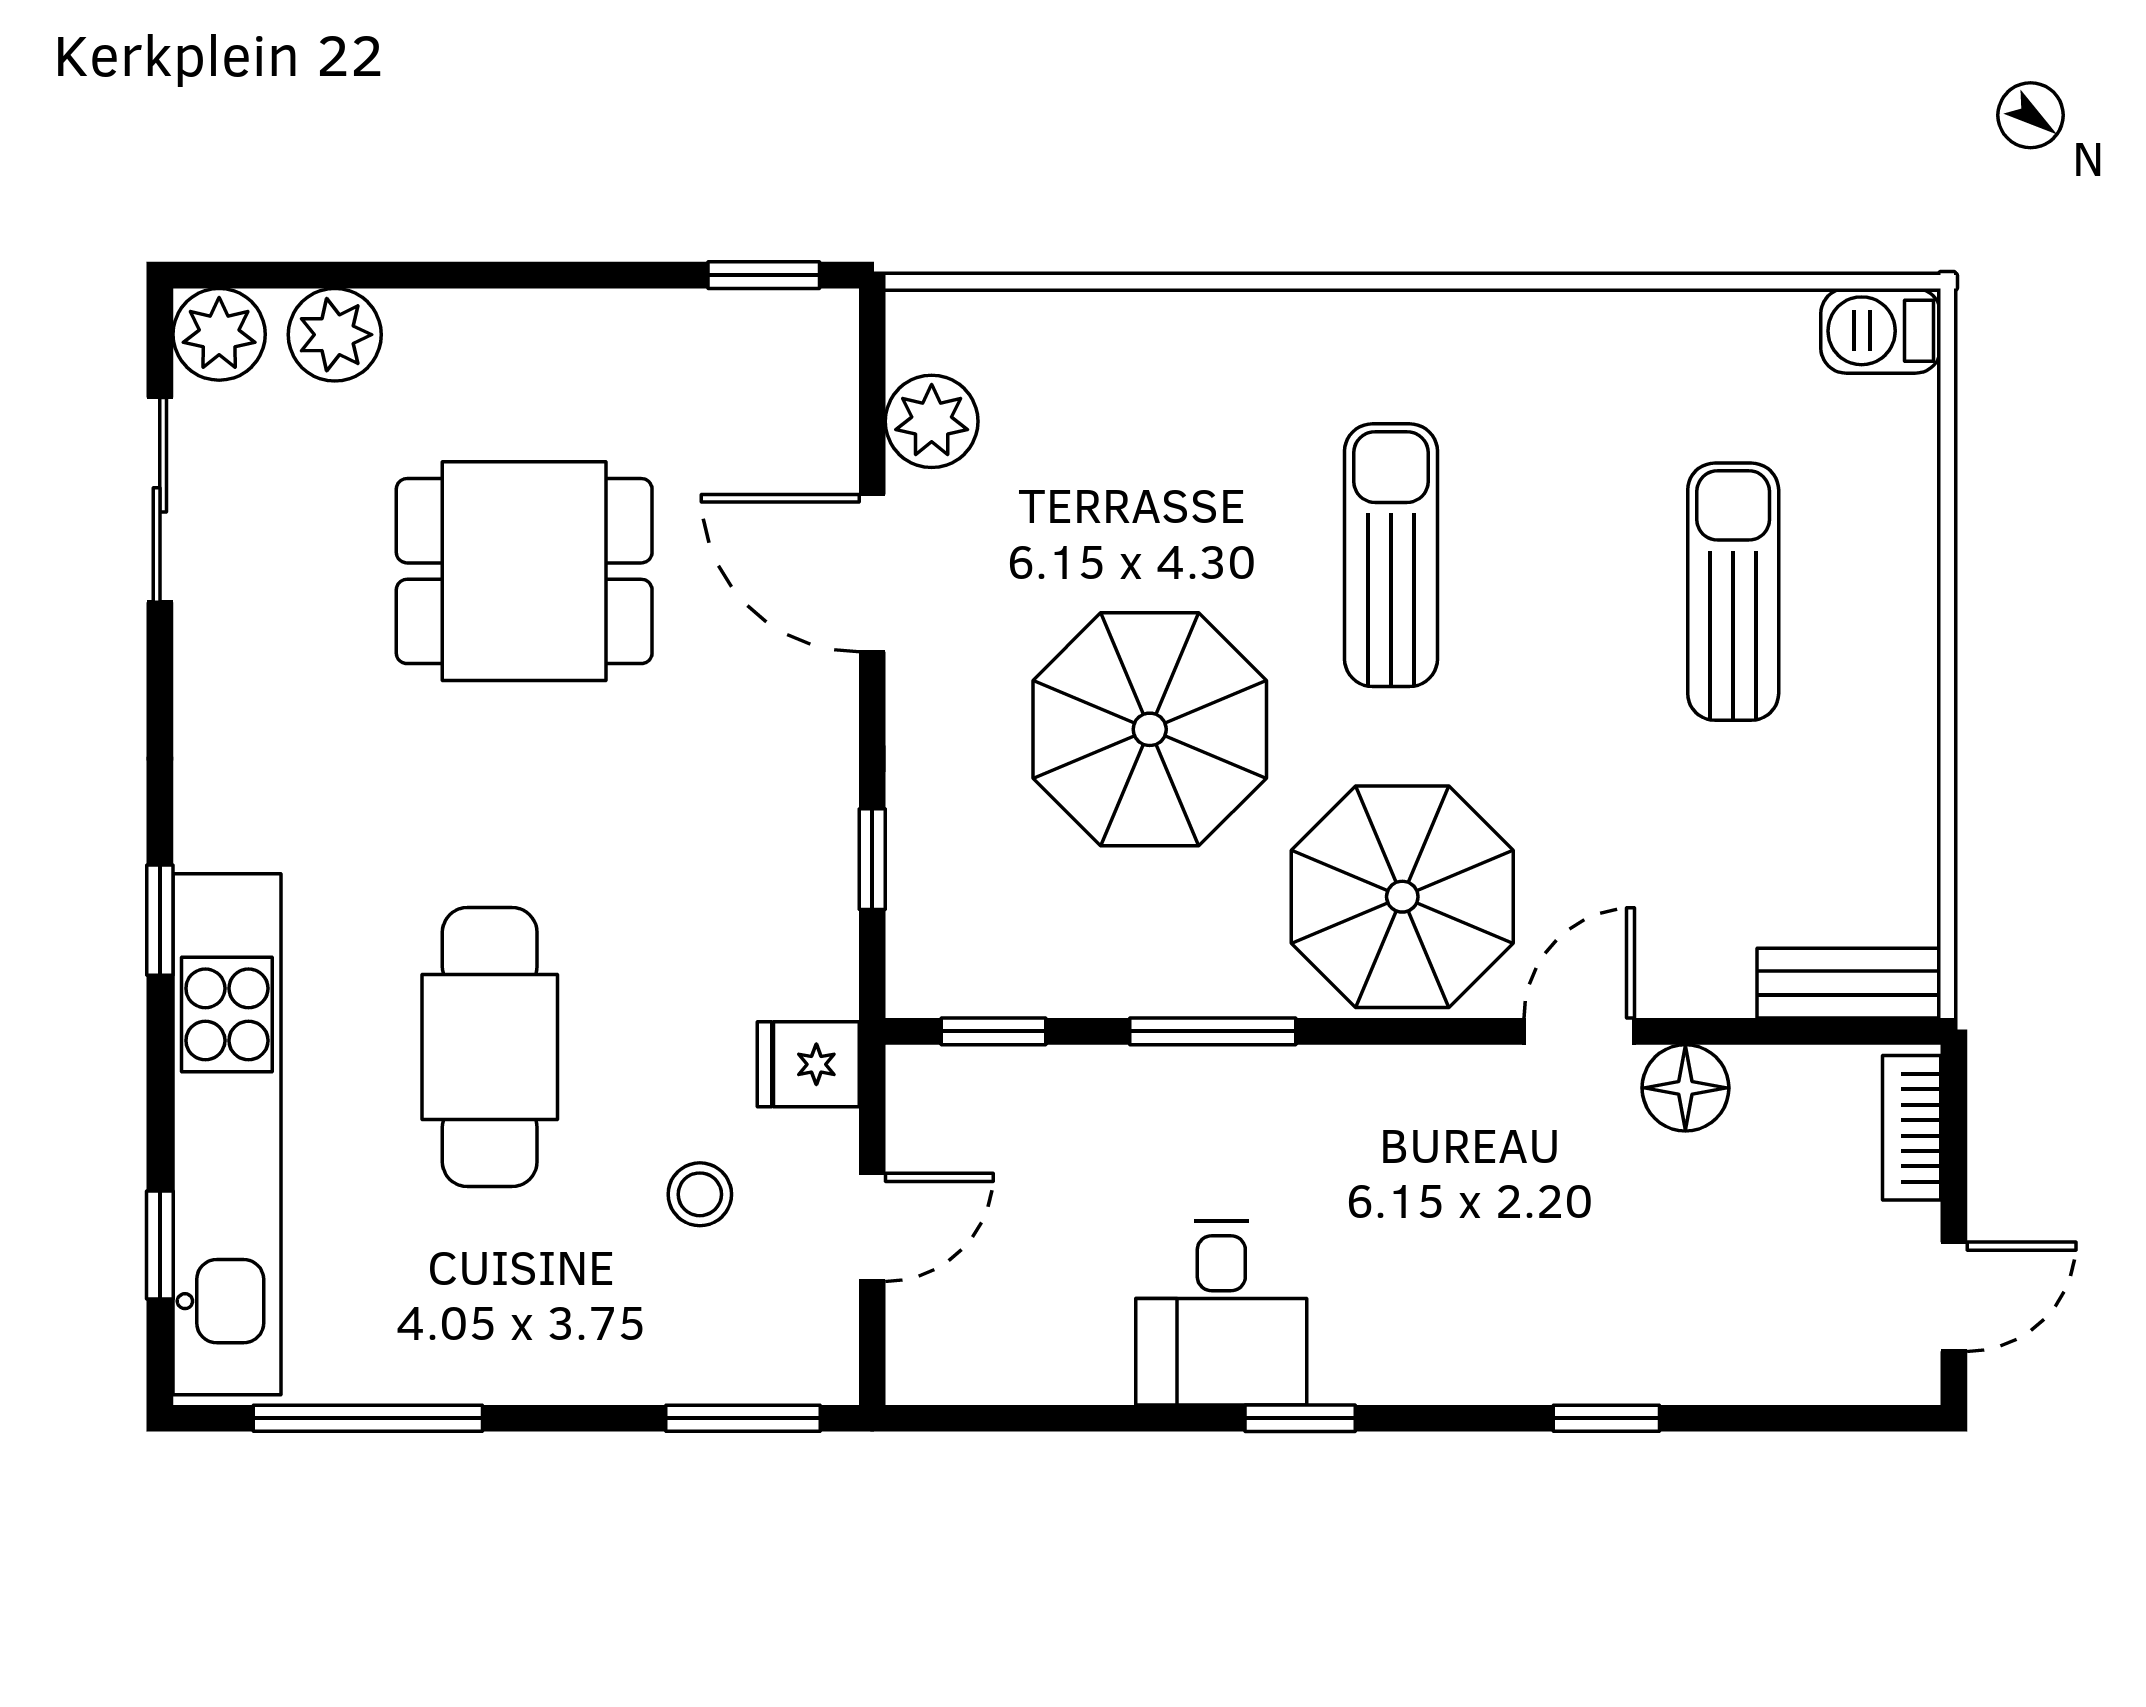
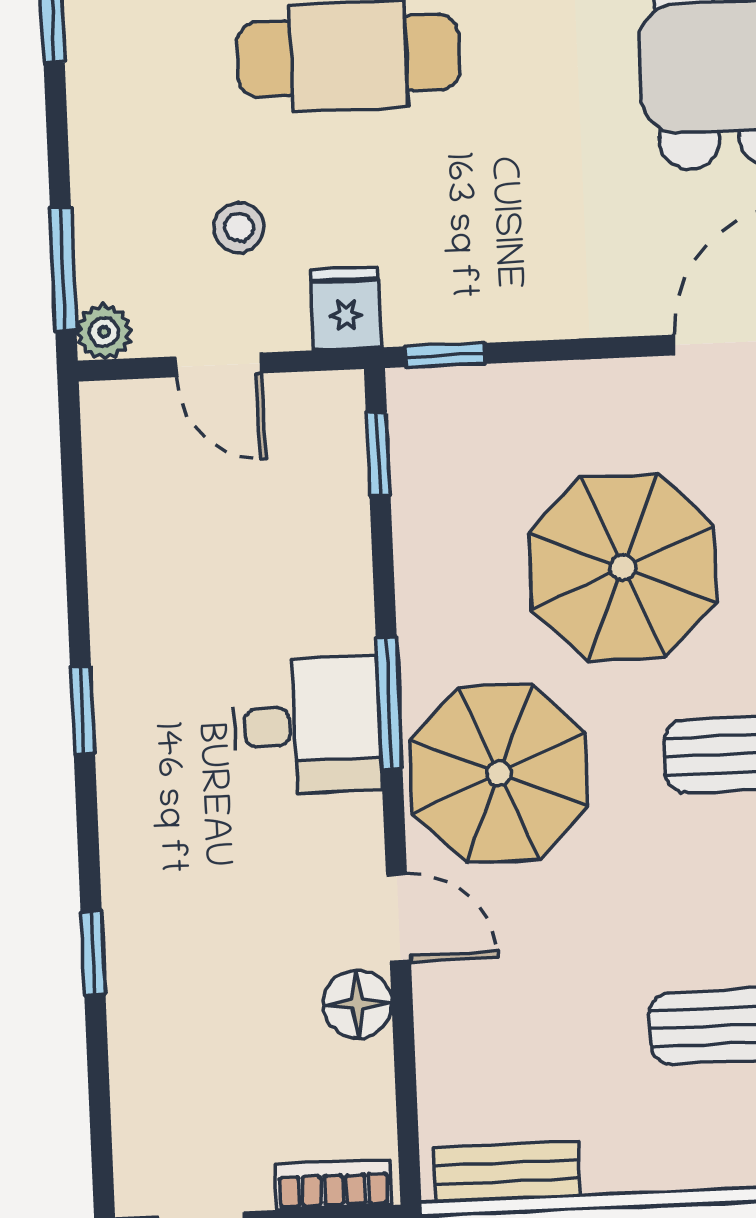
window: (872, 859) -> (445, 355), moved
bench: (1849, 983) -> (507, 1172), moved, turned 90
window: (1213, 1031) -> (389, 703), moved
desk: (1221, 1313) -> (307, 726), moved, turned 180
plant: (824, 1370) -> (104, 332), added

